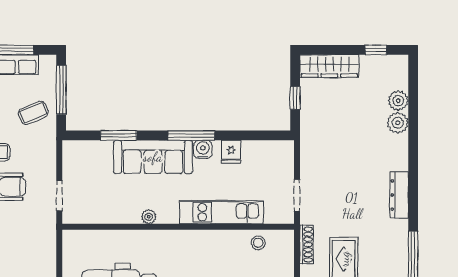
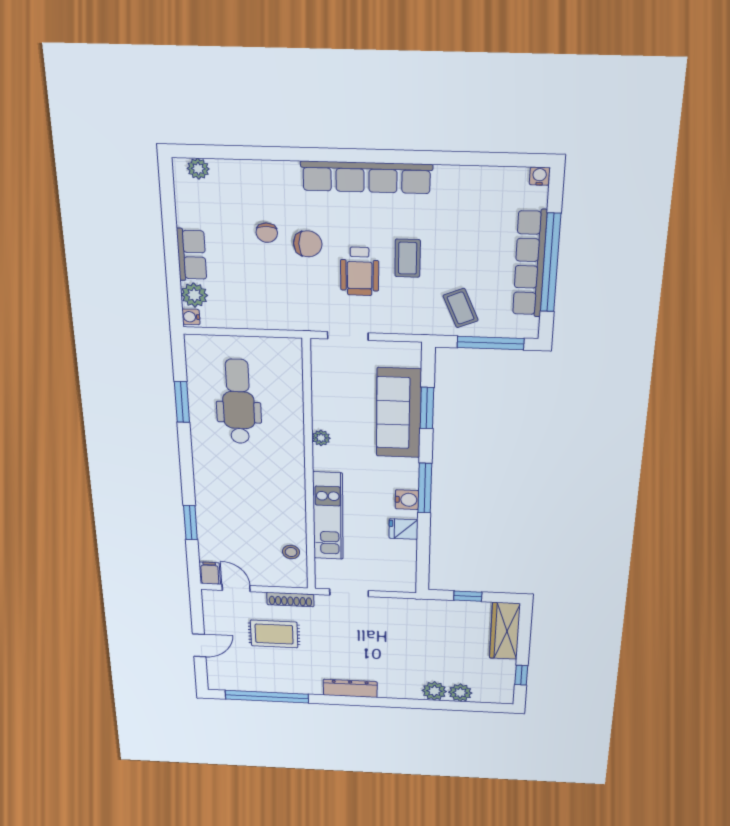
sofa: (153, 157) -> (399, 413), moved

